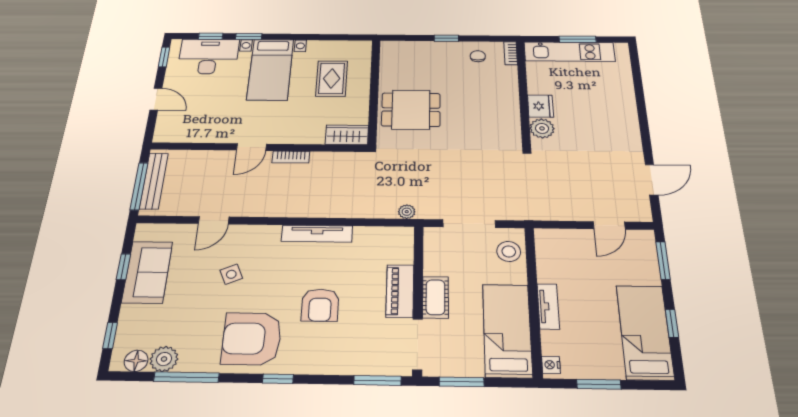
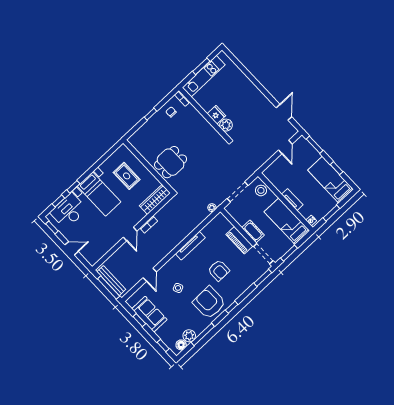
wardrobe: (347, 135) -> (155, 199), width x1.50
armchair: (252, 339) -> (209, 303), turned 89

